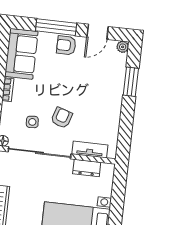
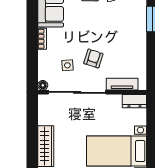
dresser: (87, 168) -> (134, 101), moved

